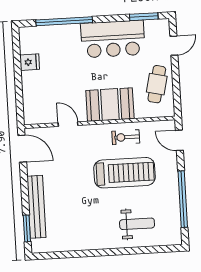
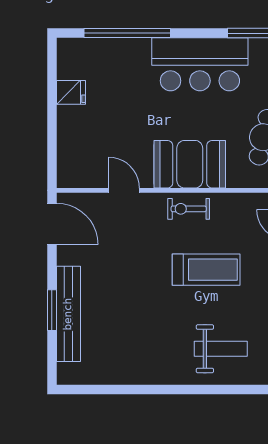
exercise bike: (126, 137) -> (189, 209), moved
treadmill: (125, 173) -> (206, 270), width x0.73, depth x0.73
window: (27, 228) -> (52, 310), moved

